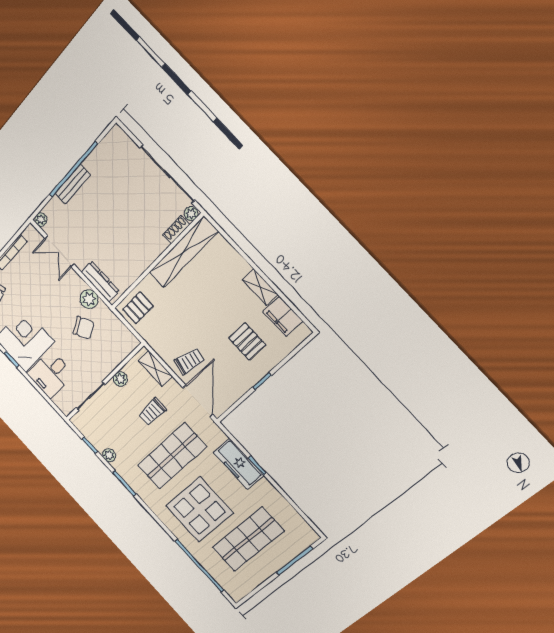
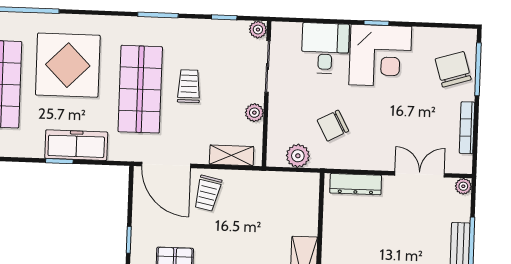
plant: (89, 299) -> (298, 156), moved
pallet: (138, 308) -> (299, 195), removed
trolley: (152, 412) -> (189, 86), moved
plant: (109, 455) -> (258, 30), moved

